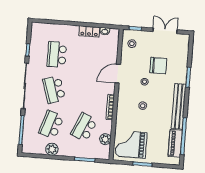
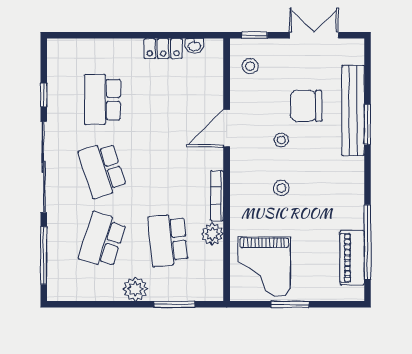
chair: (158, 66) -> (306, 106), turned 180
bench: (179, 106) -> (353, 111), moved
school desk: (84, 127) -> (168, 240), turned -30
plant: (105, 139) -> (212, 234), moved
grand piano: (131, 144) -> (264, 267), turned -90
plant: (52, 149) -> (135, 289), moved

